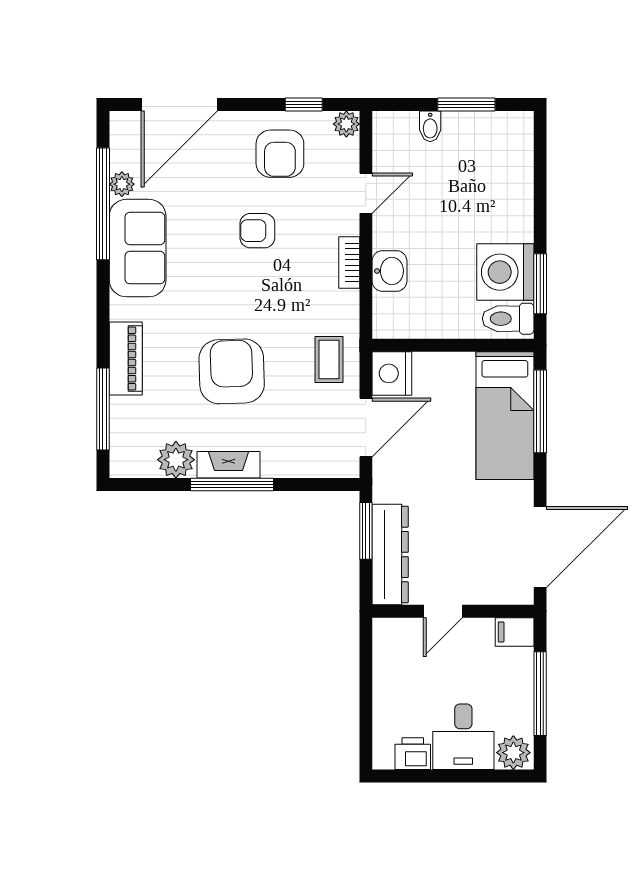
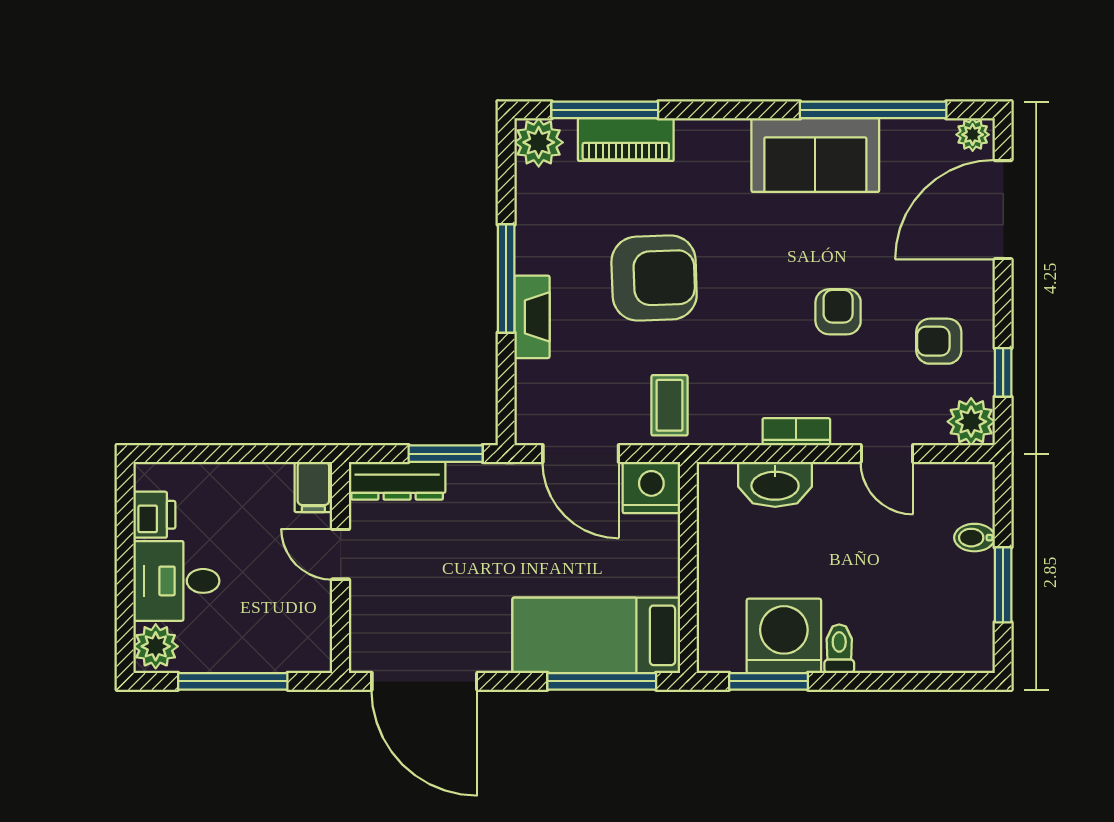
door: (179, 104) -> (1003, 210), hinge flipped
plant: (346, 124) -> (971, 422), width x1.38, depth x1.38
armchair: (280, 154) -> (939, 341), width x0.72, depth x0.72
plant: (122, 184) -> (973, 135), moved
washbasin: (389, 271) -> (775, 484), width x1.38
toilet: (508, 319) -> (839, 649), moved, width x0.73, depth x0.72
piano: (126, 358) -> (626, 140), moved
coffee table: (329, 360) -> (670, 405), turned 90
plant: (176, 460) -> (539, 142), moved
fireplace: (229, 465) -> (532, 317), moved
dresser: (390, 554) -> (397, 481), width x0.73, depth x0.80
filing cabinet: (515, 632) -> (313, 487), moved, turned 180

